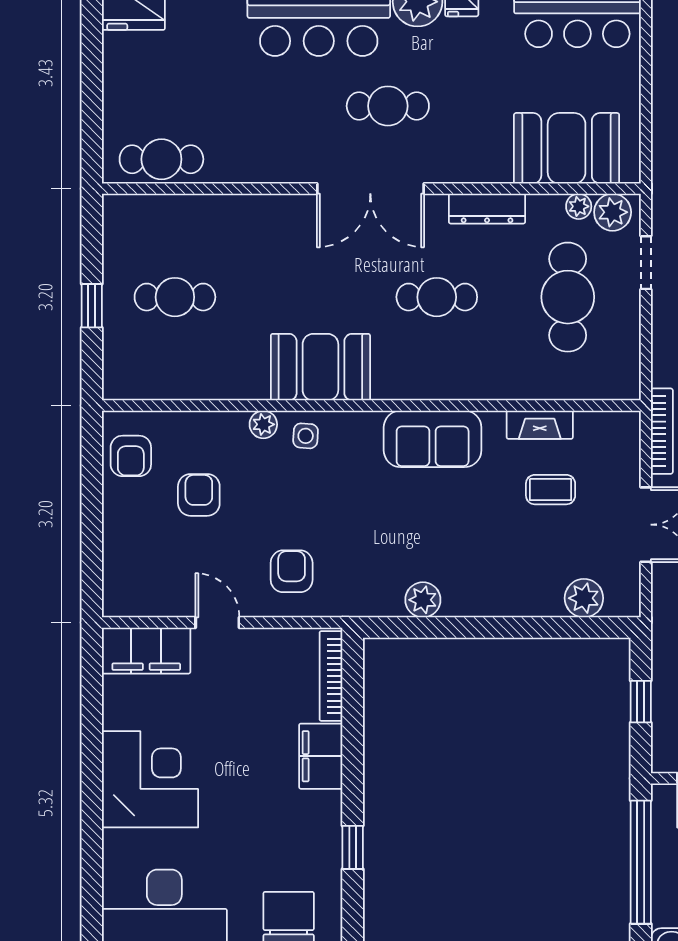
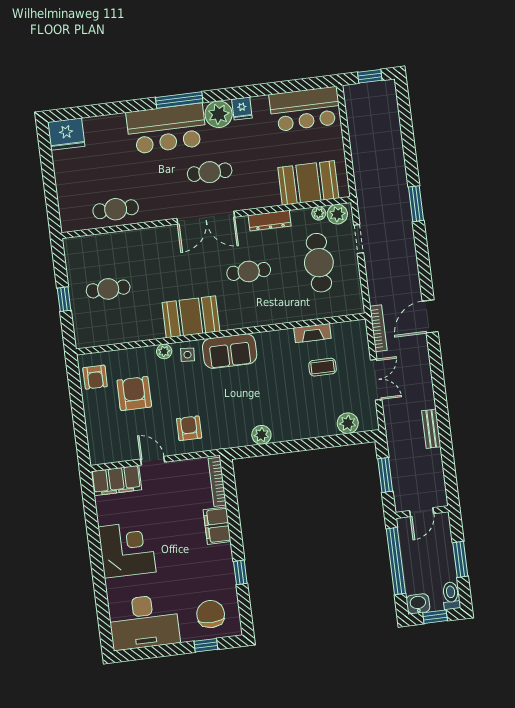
cafe table: (161, 159) -> (116, 209), moved
sofa: (433, 439) -> (230, 351), moved
armchair: (199, 495) -> (134, 394), width x1.38, depth x1.38
window: (641, 702) -> (385, 475), width x1.50

